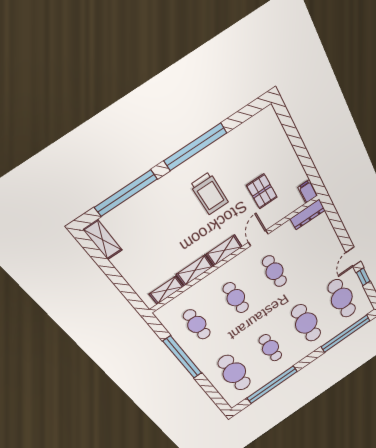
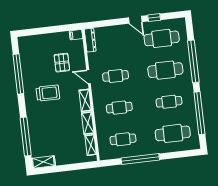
window: (195, 147) -> (18, 74), moved
pallet: (262, 191) -> (62, 63), turned 90
window: (346, 334) -> (193, 61), moved

